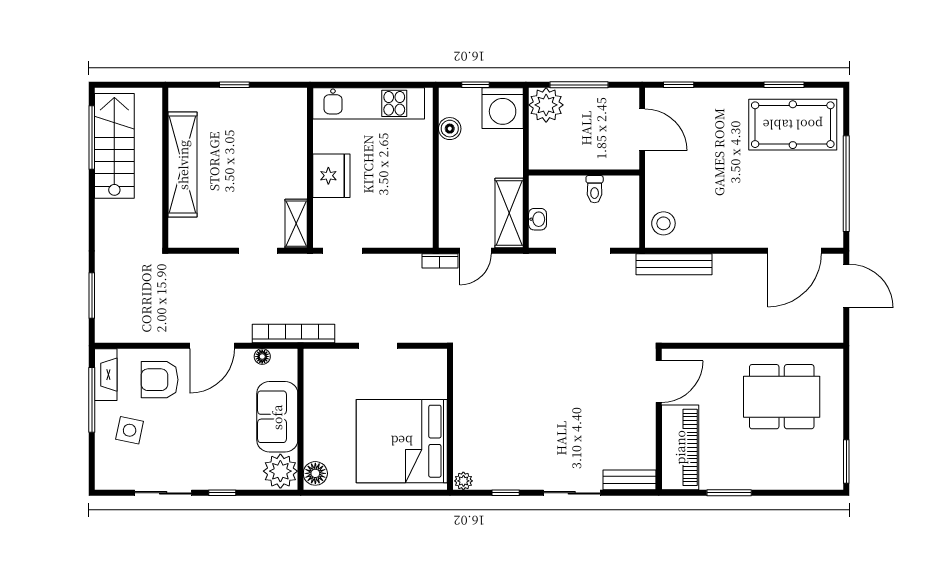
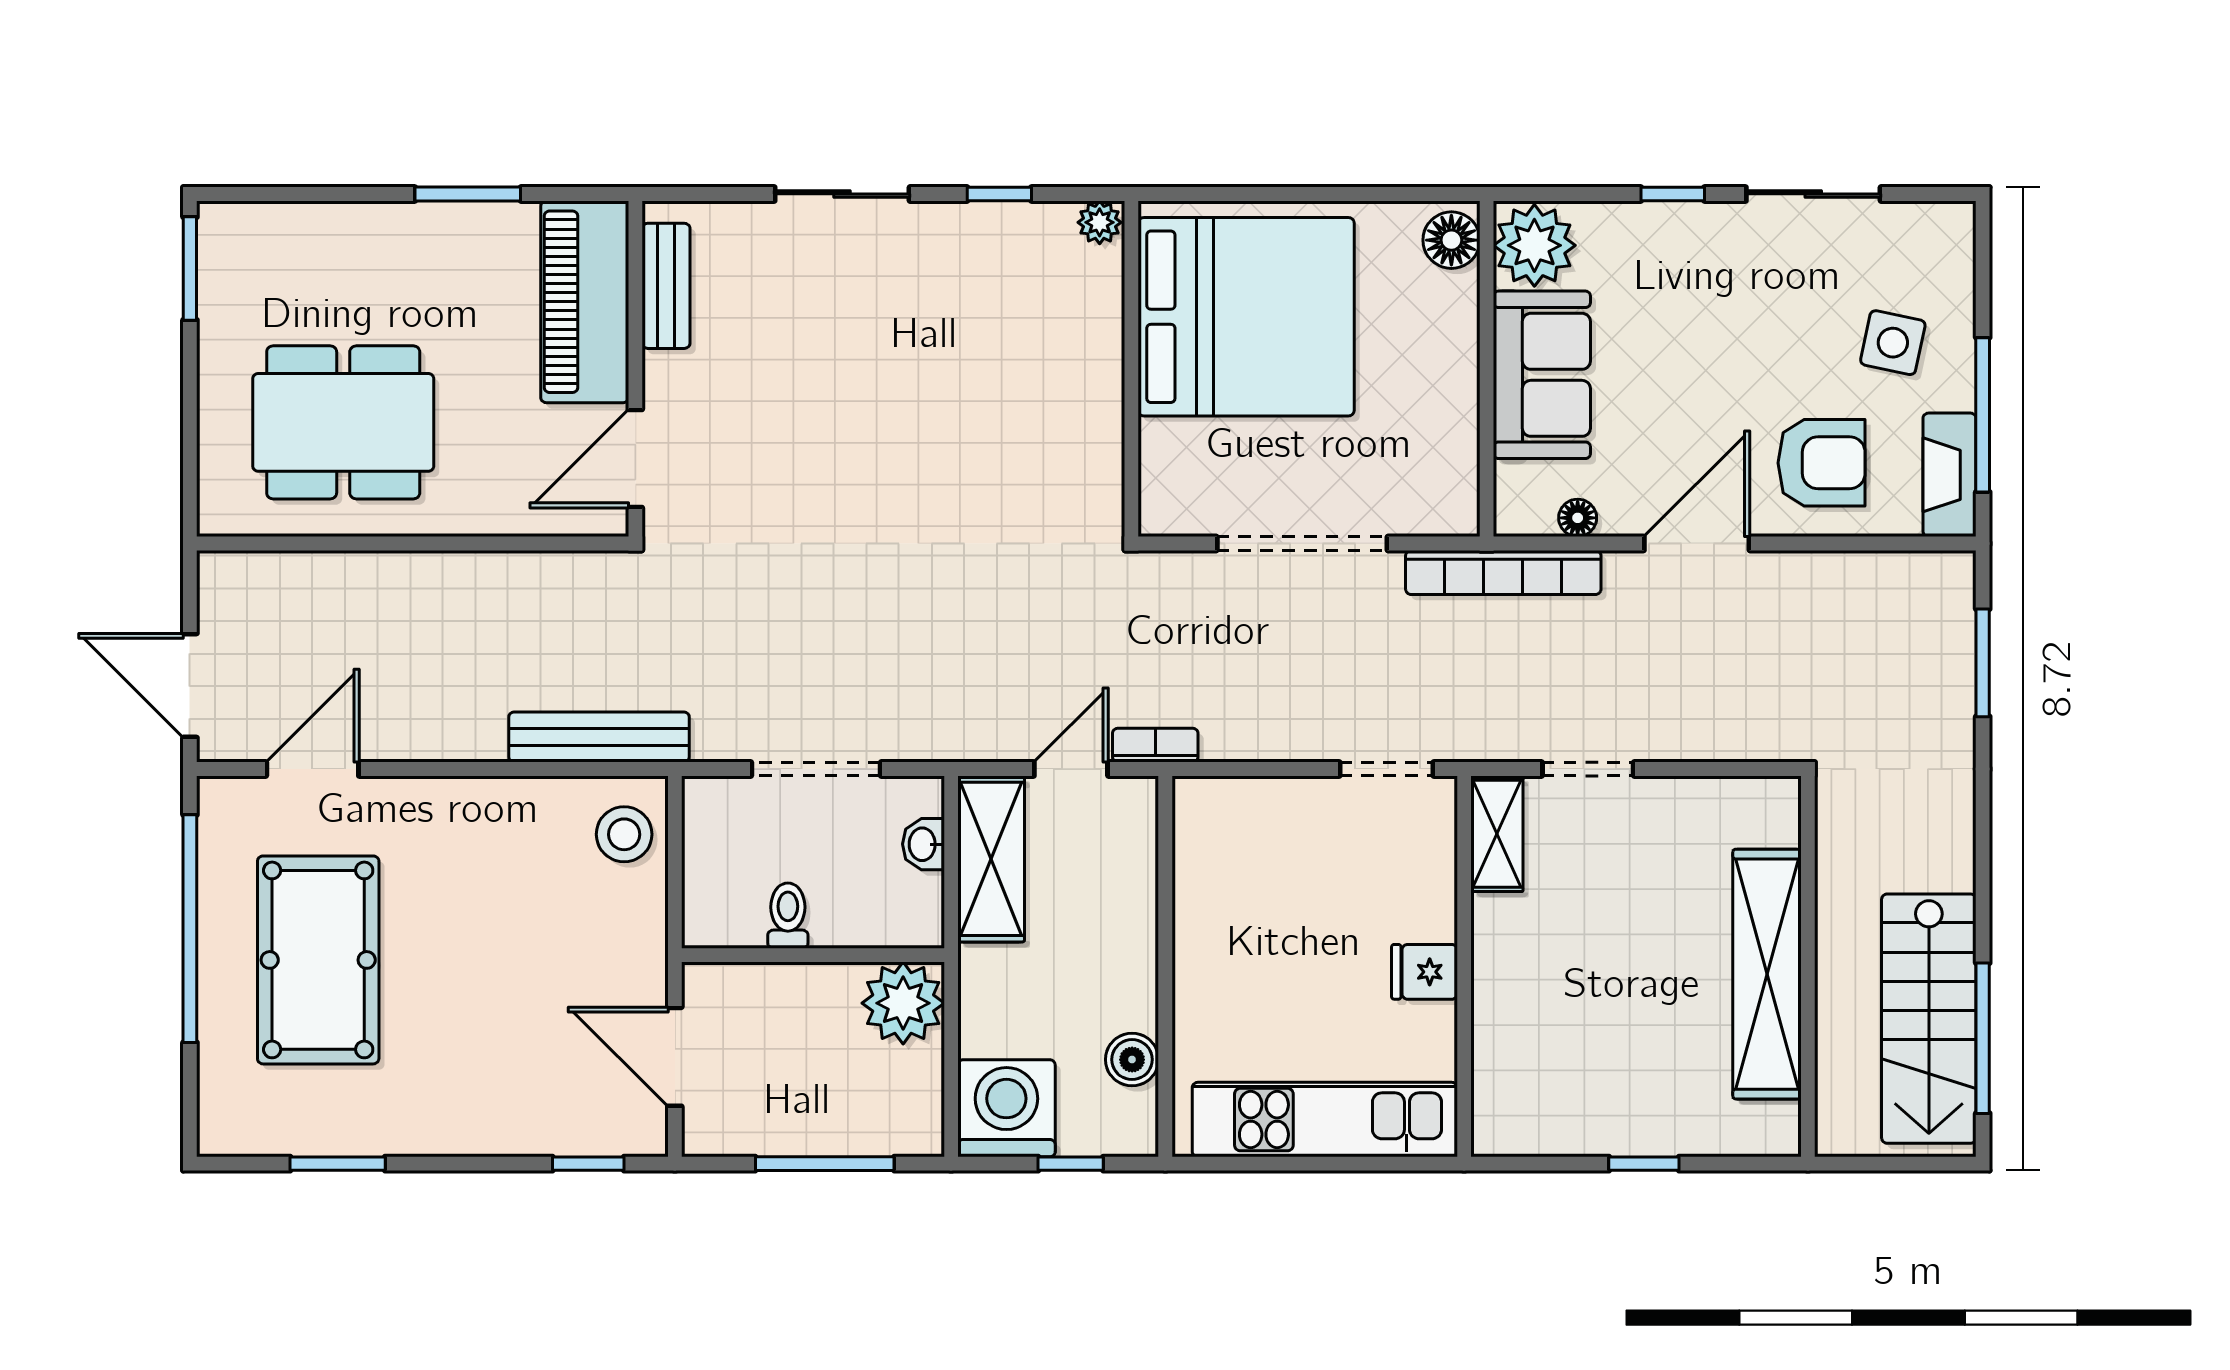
plant: (546, 105) -> (903, 1003), moved
pool table: (793, 125) -> (318, 960), moved, turned 90
fridge: (331, 176) -> (1424, 972), width x0.53, depth x0.75
door: (795, 251) -> (313, 769), width x0.73
doorway: (378, 346) -> (1302, 544), width x1.88
bench: (630, 480) -> (666, 286), moved, turned 90

